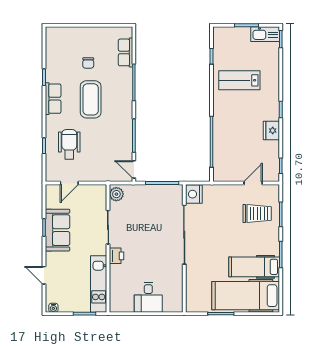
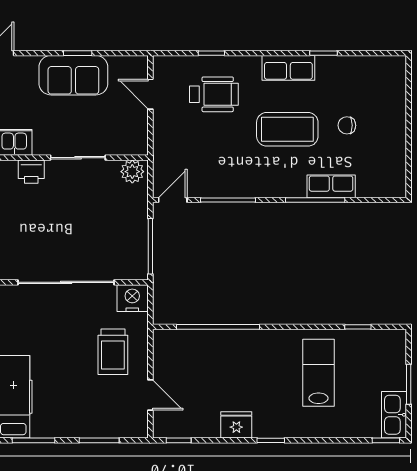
row of seats: (125, 52) -> (331, 186), moved
trolley: (257, 213) -> (113, 352), moved

